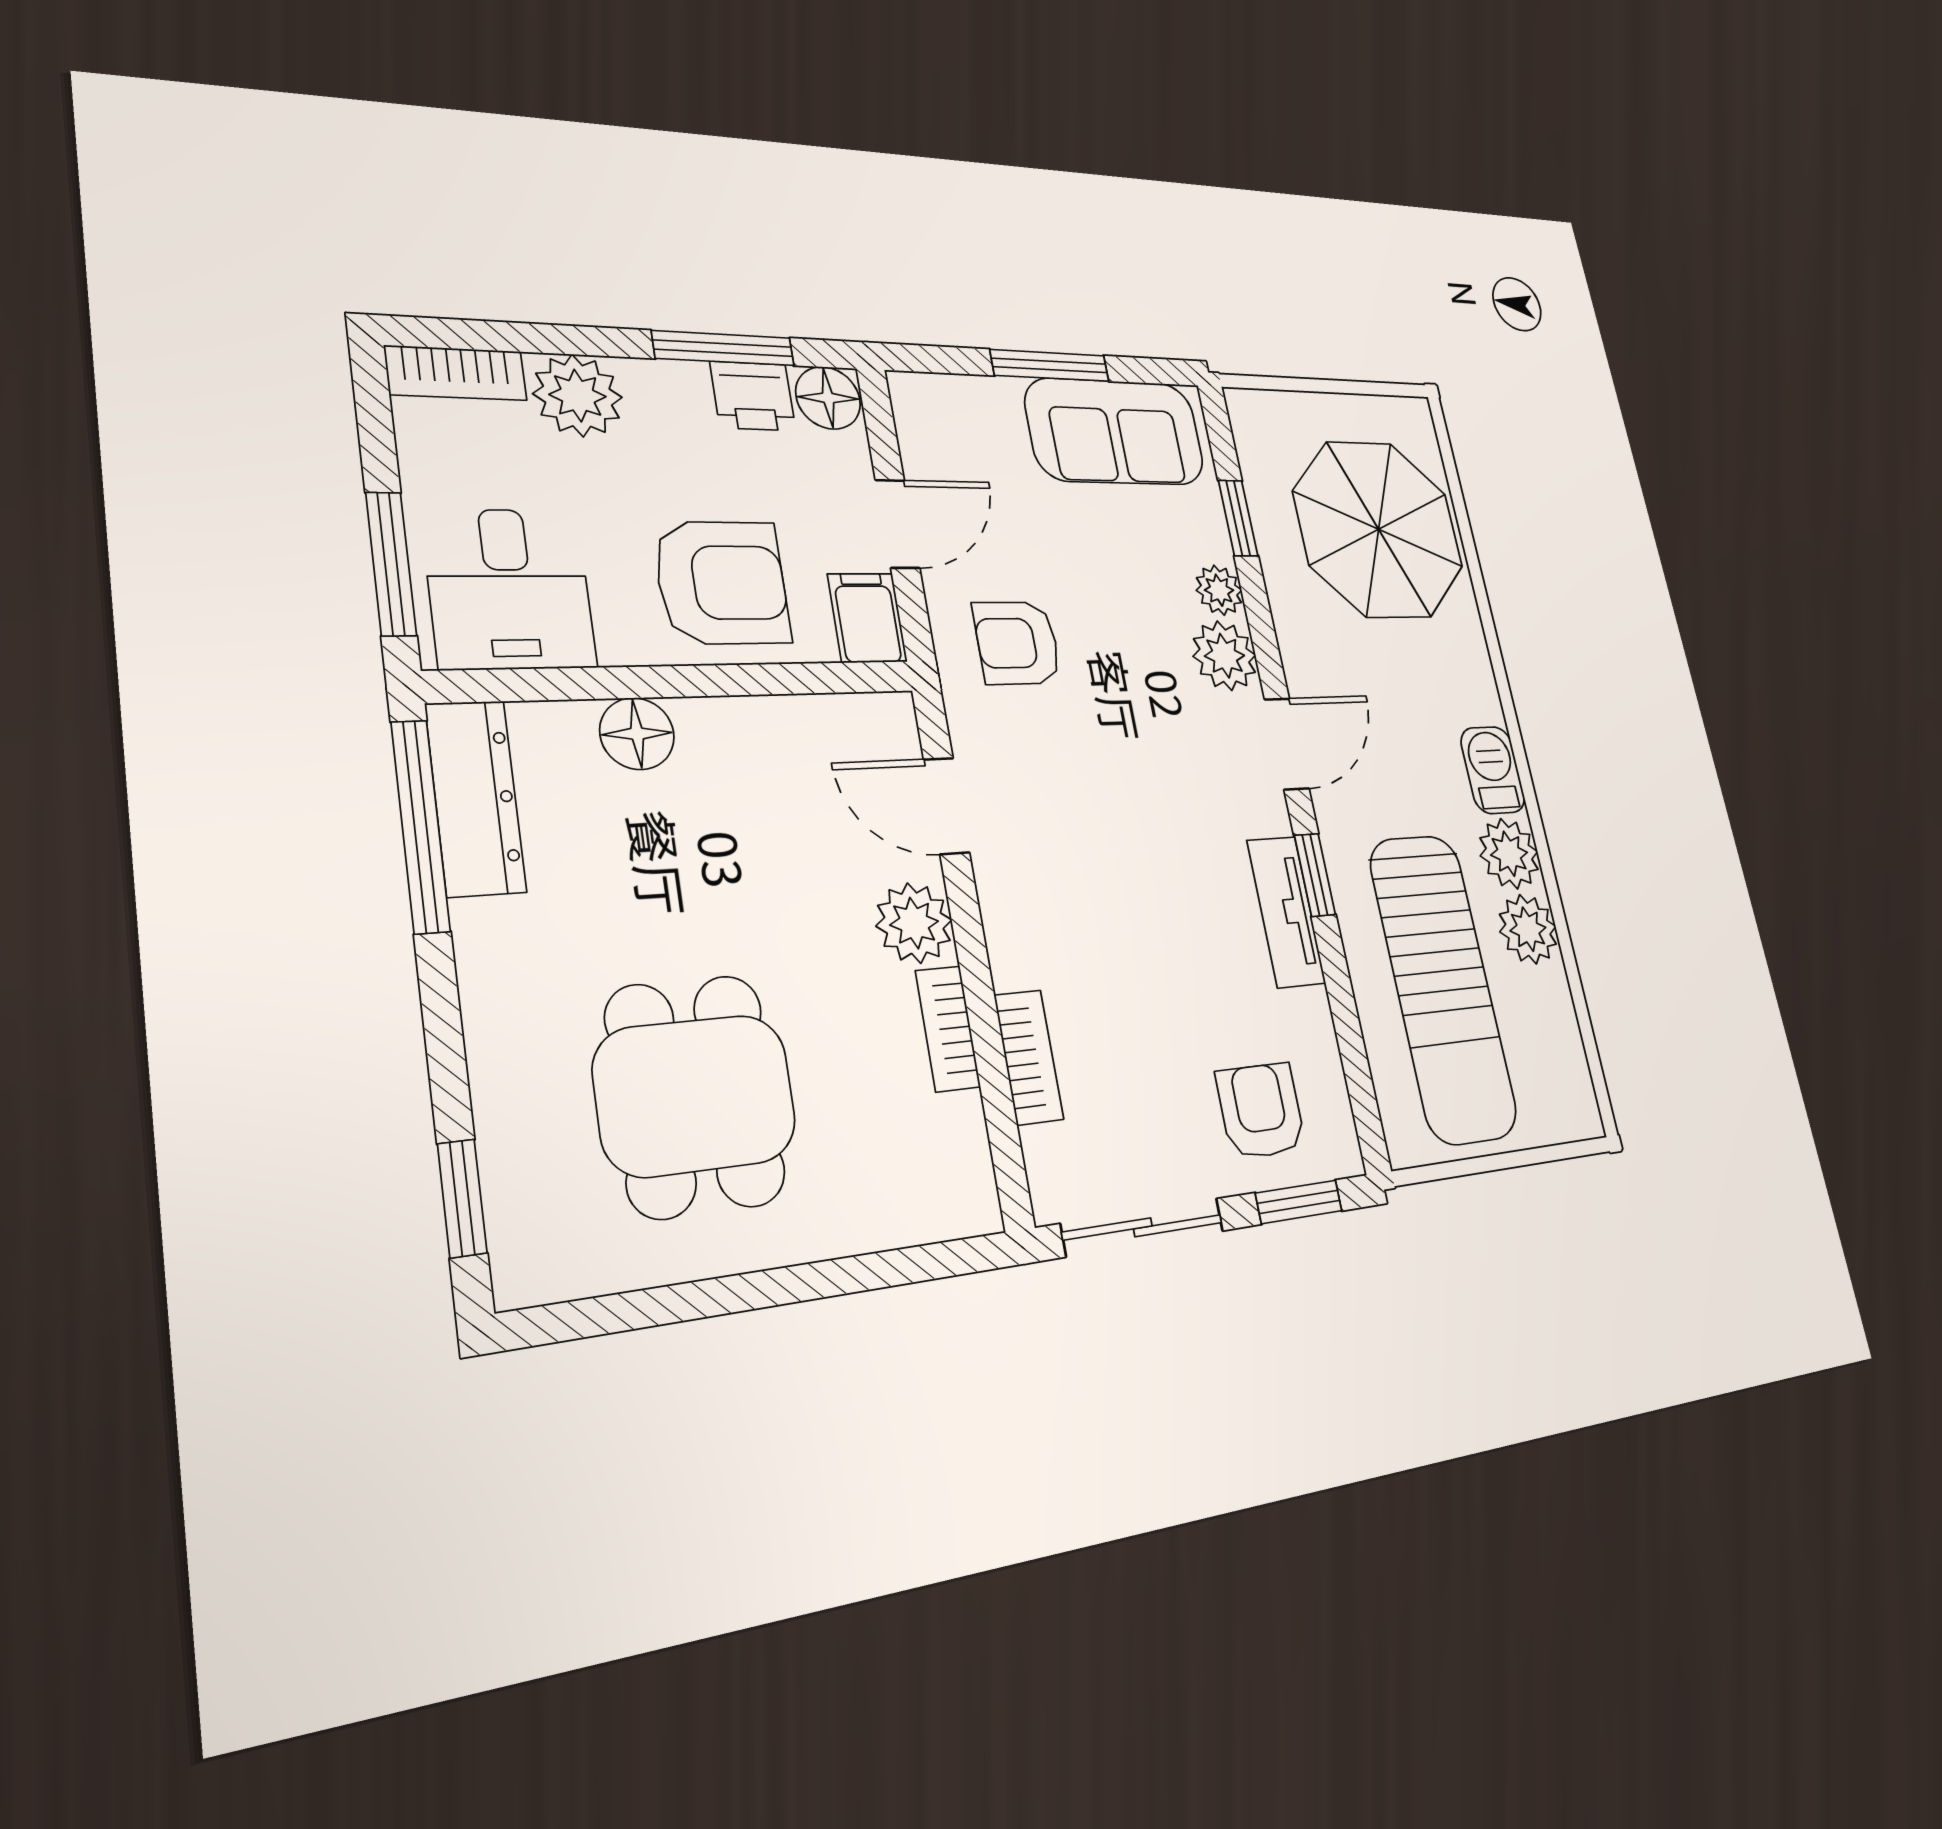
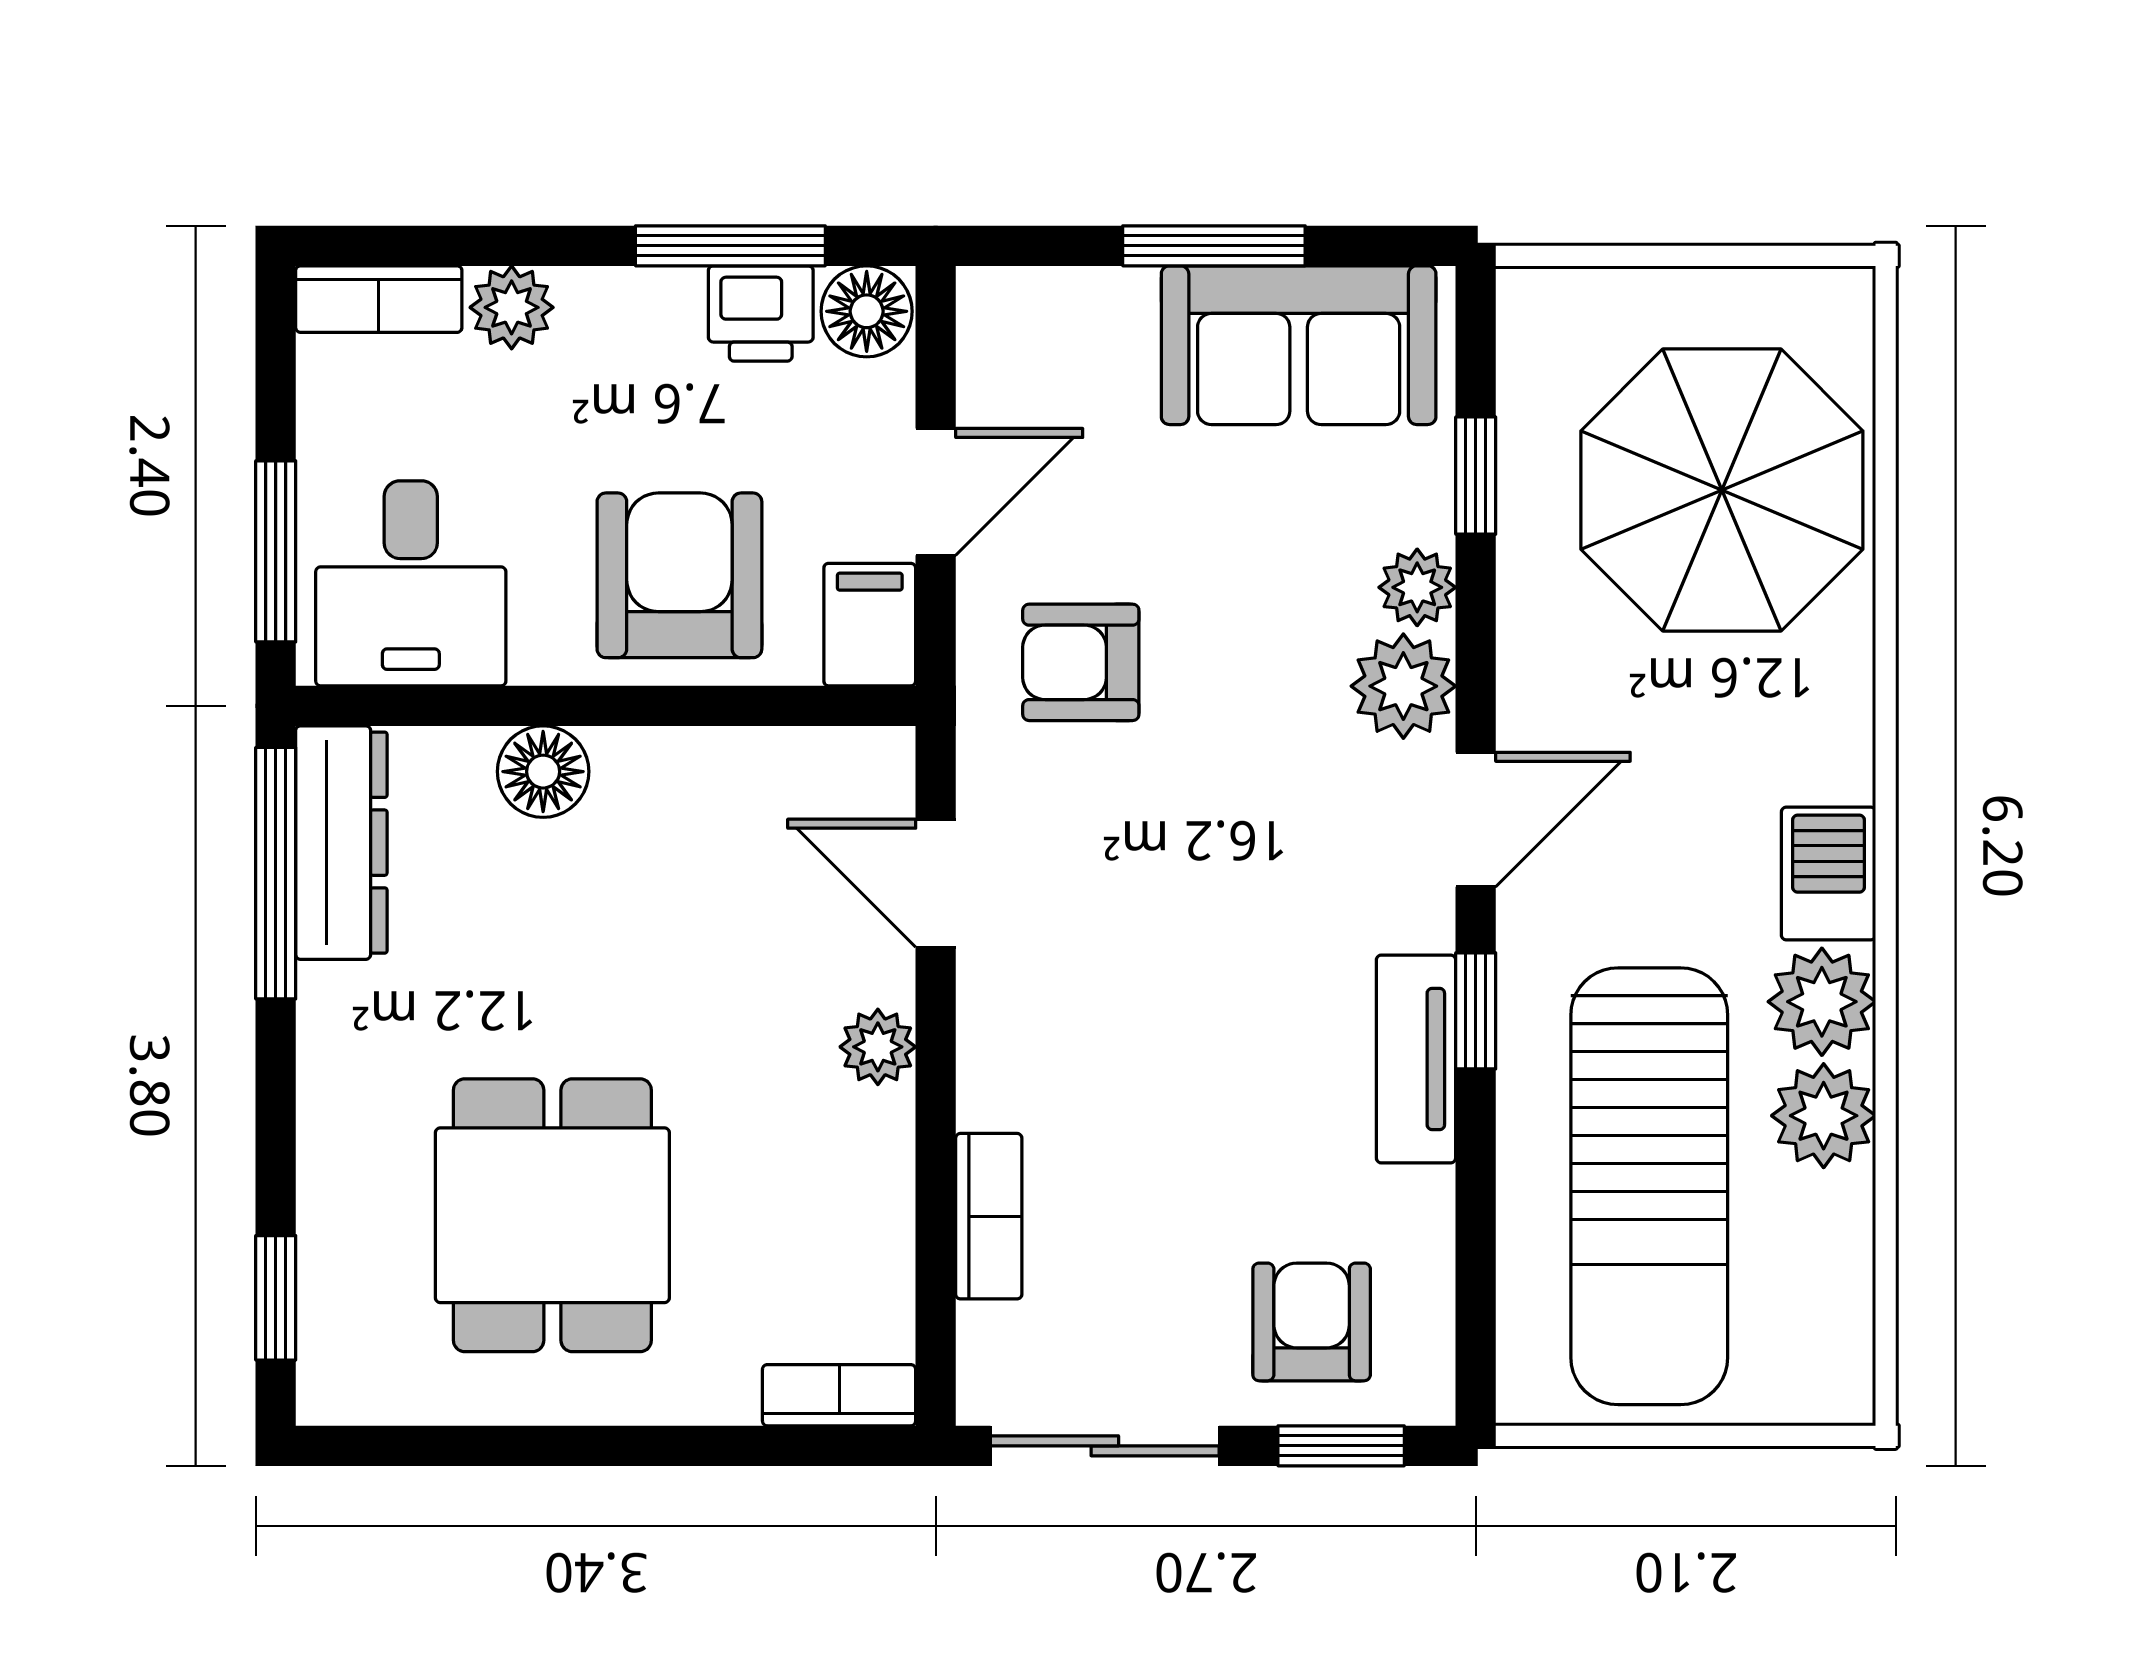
plant: (578, 396) -> (512, 307), width x0.73, depth x0.73
armchair: (722, 583) -> (679, 575), turned -90
plant: (914, 923) -> (878, 1047), width x0.73, depth x0.73
bookcase: (948, 1029) -> (839, 1395), moved, turned 90

